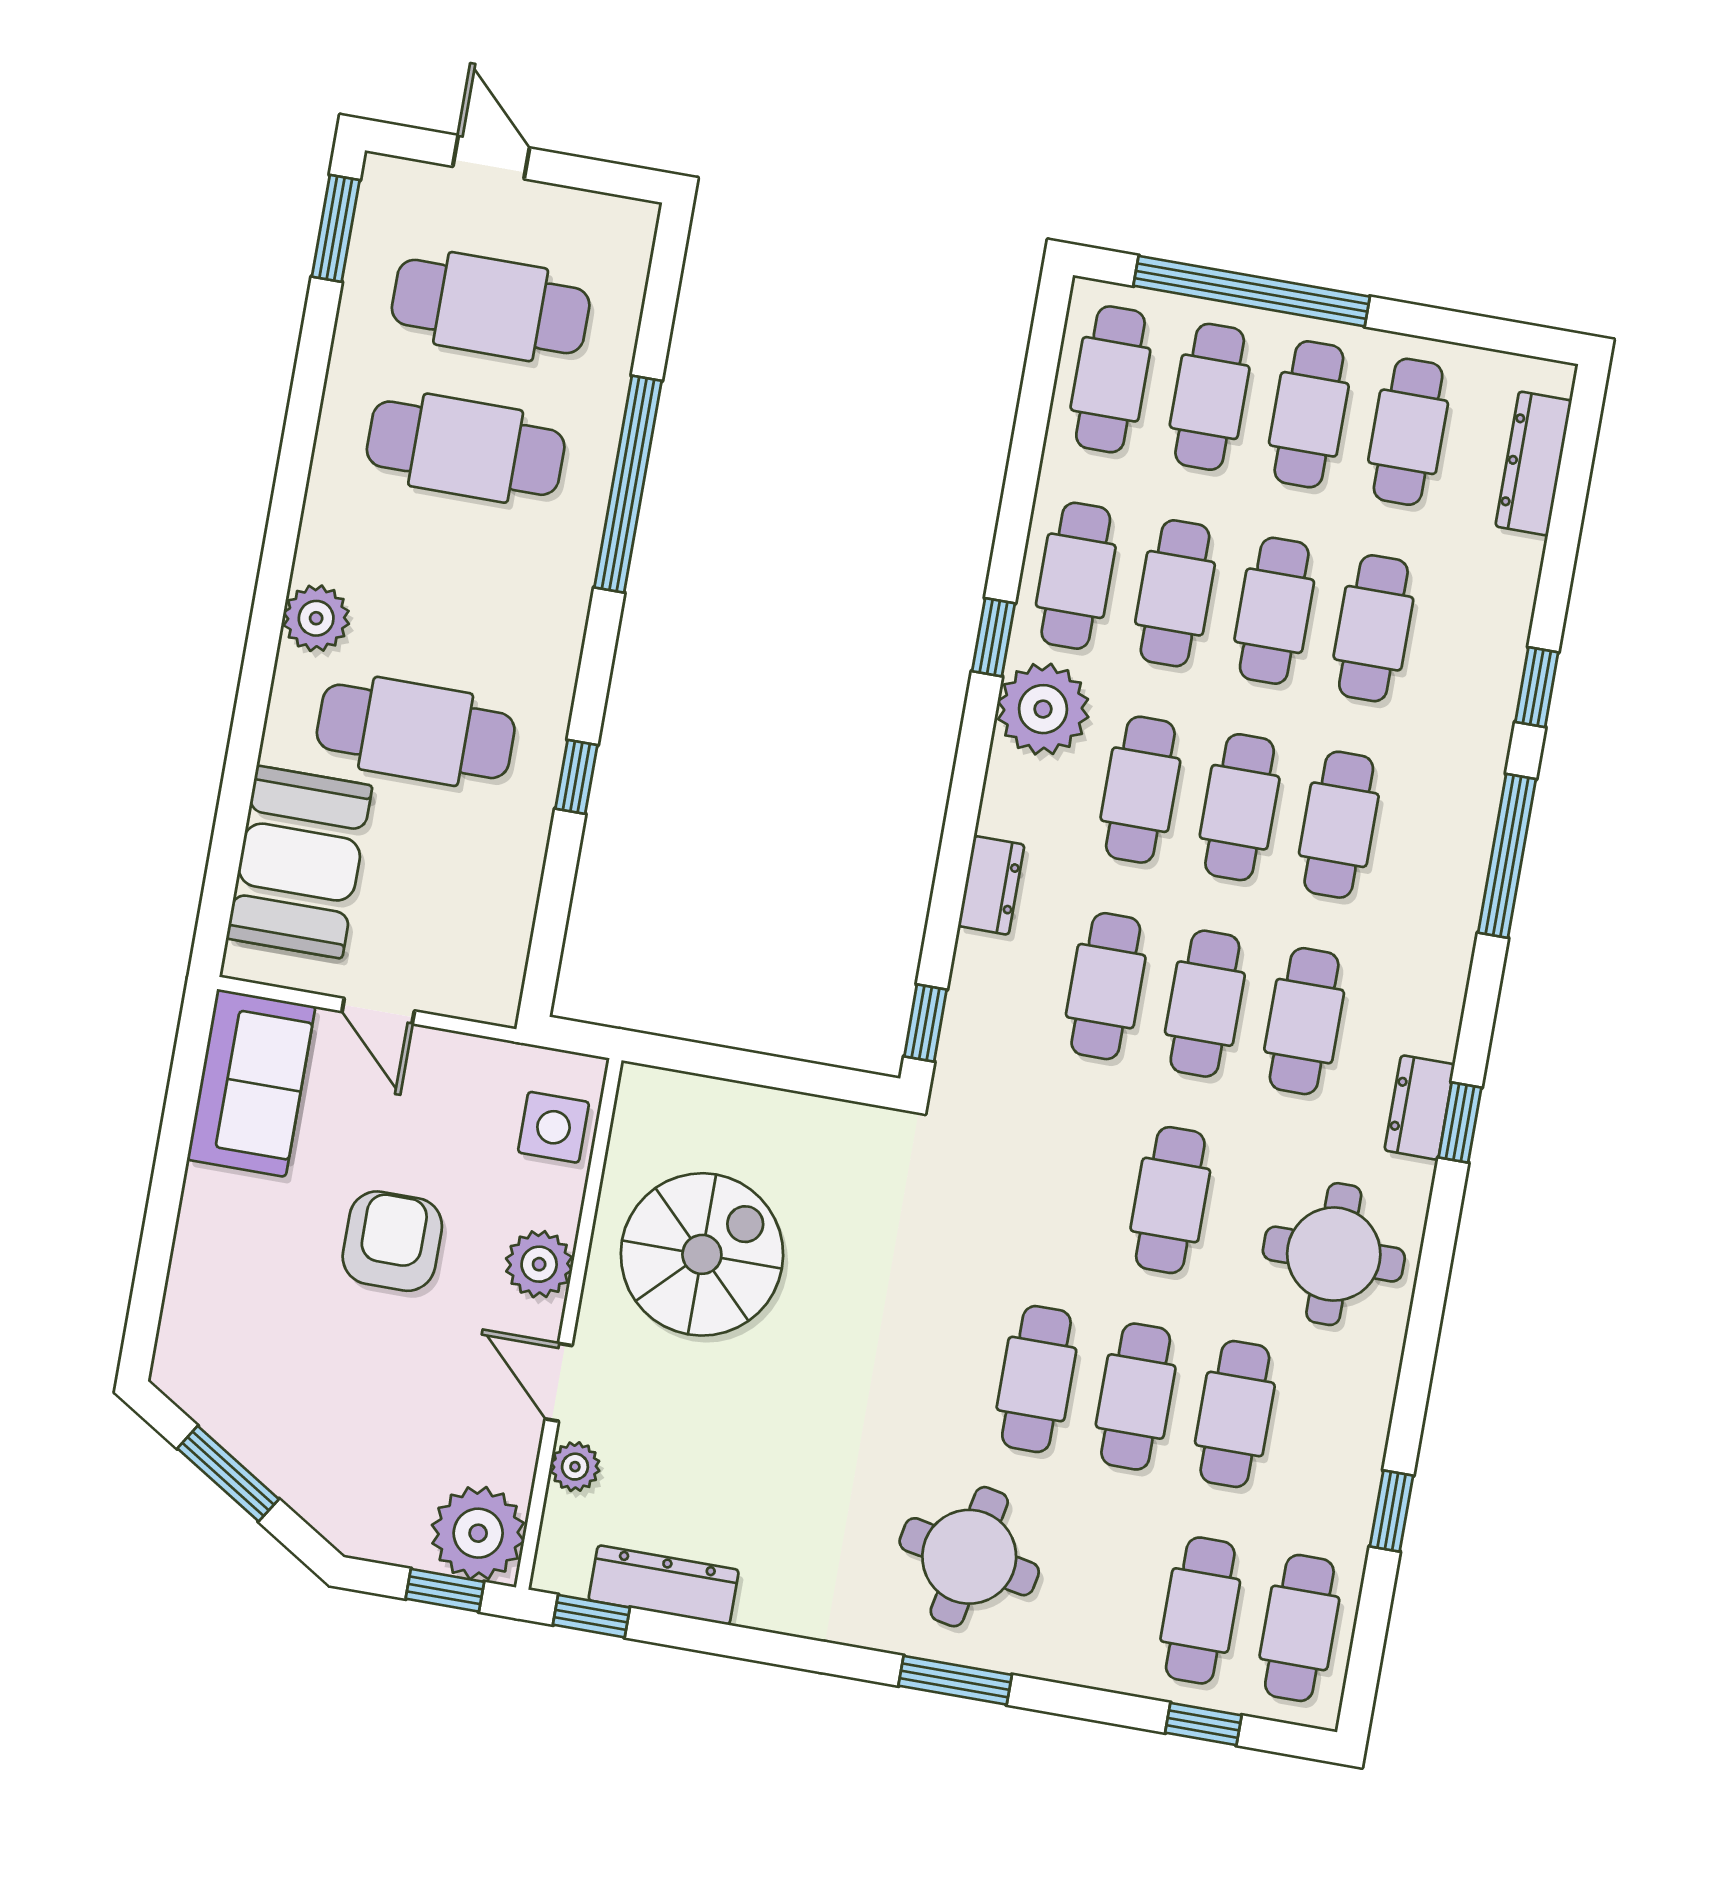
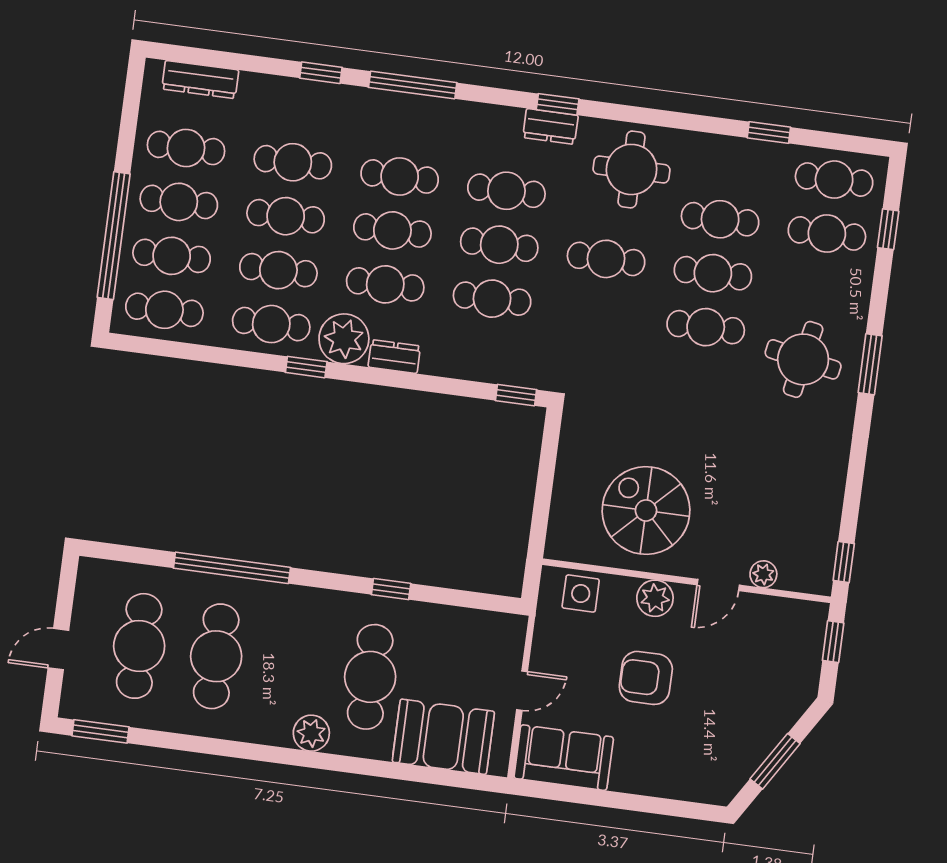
dresser: (991, 885) -> (394, 357), moved
plant: (478, 1533) -> (801, 625), removed
dresser: (664, 1585) -> (825, 524), removed

